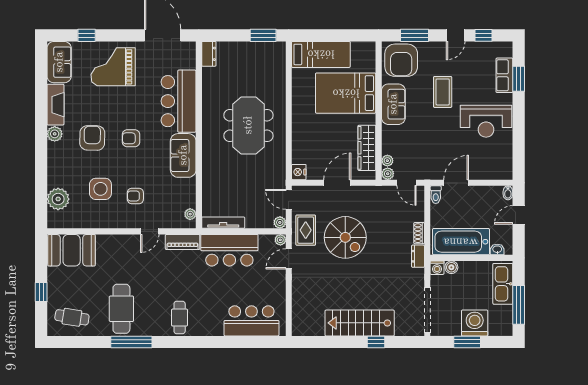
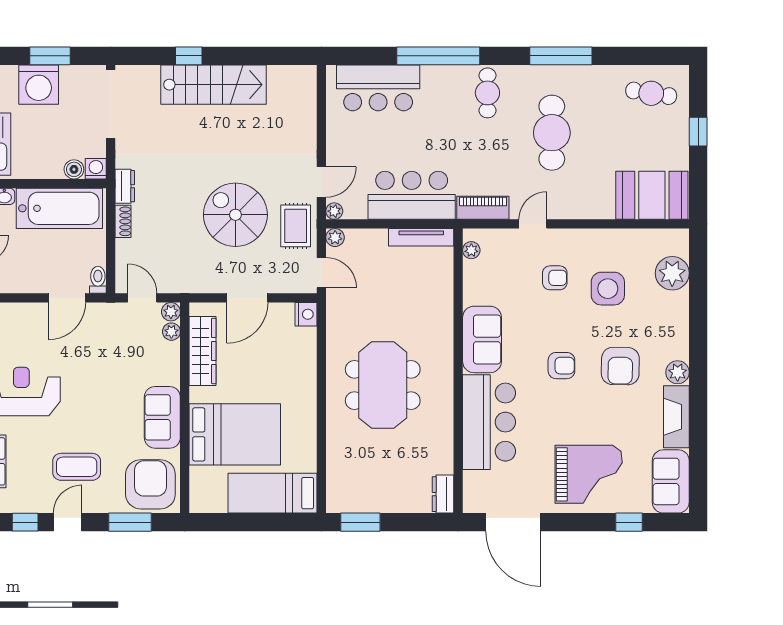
coffee table: (443, 92) -> (77, 467), moved, turned 90
cafe table: (121, 309) -> (552, 133), moved
window: (212, 342) -> (438, 56), added

